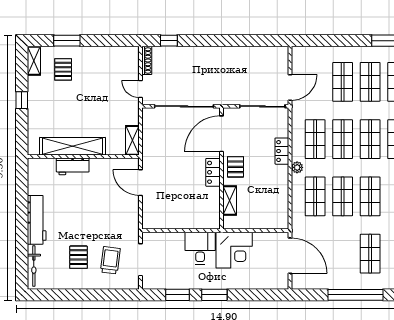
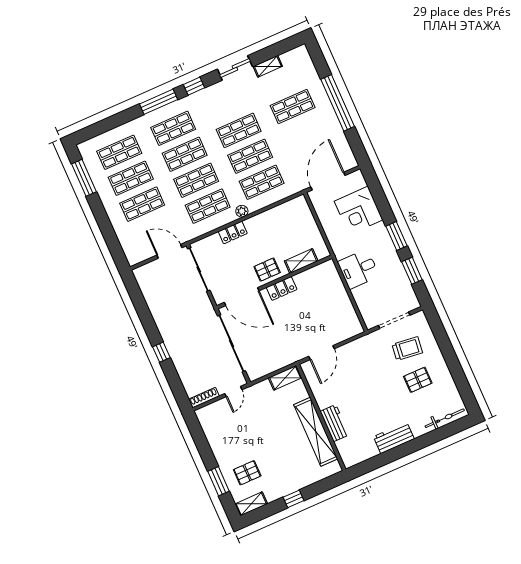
window: (169, 41) -> (161, 352), moved
workbench: (37, 220) -> (394, 438), width x0.73
corner desk: (234, 250) -> (359, 210), moved, turned 180
trolley: (110, 260) -> (407, 348), turned 180

